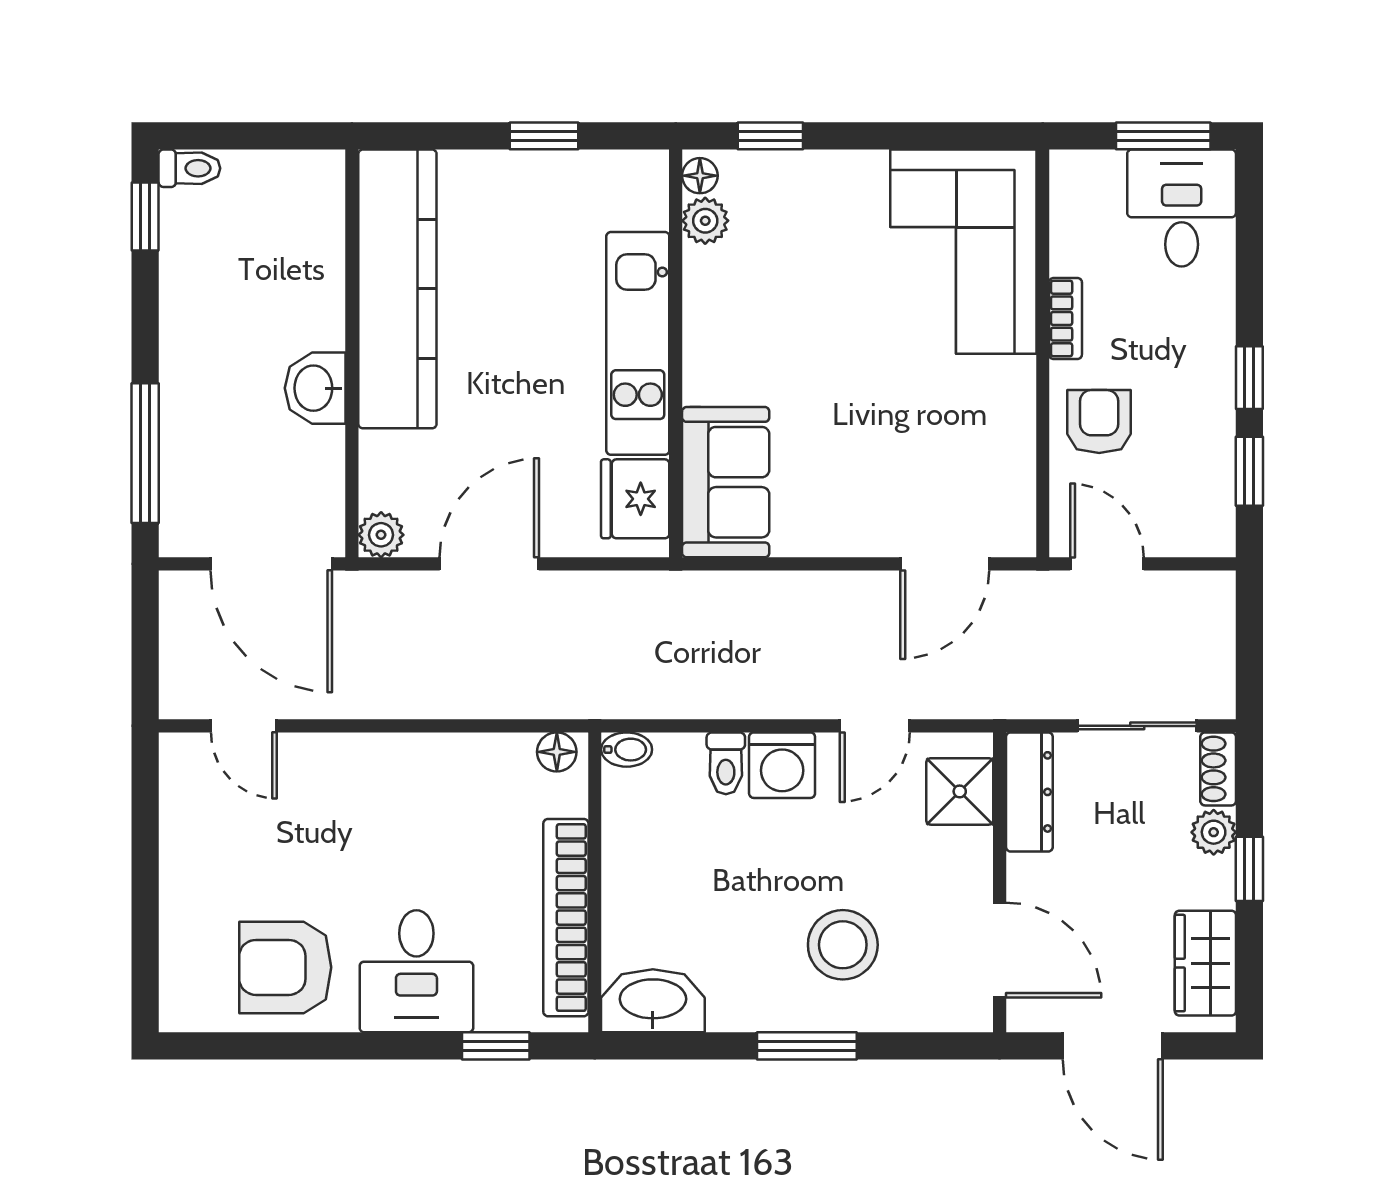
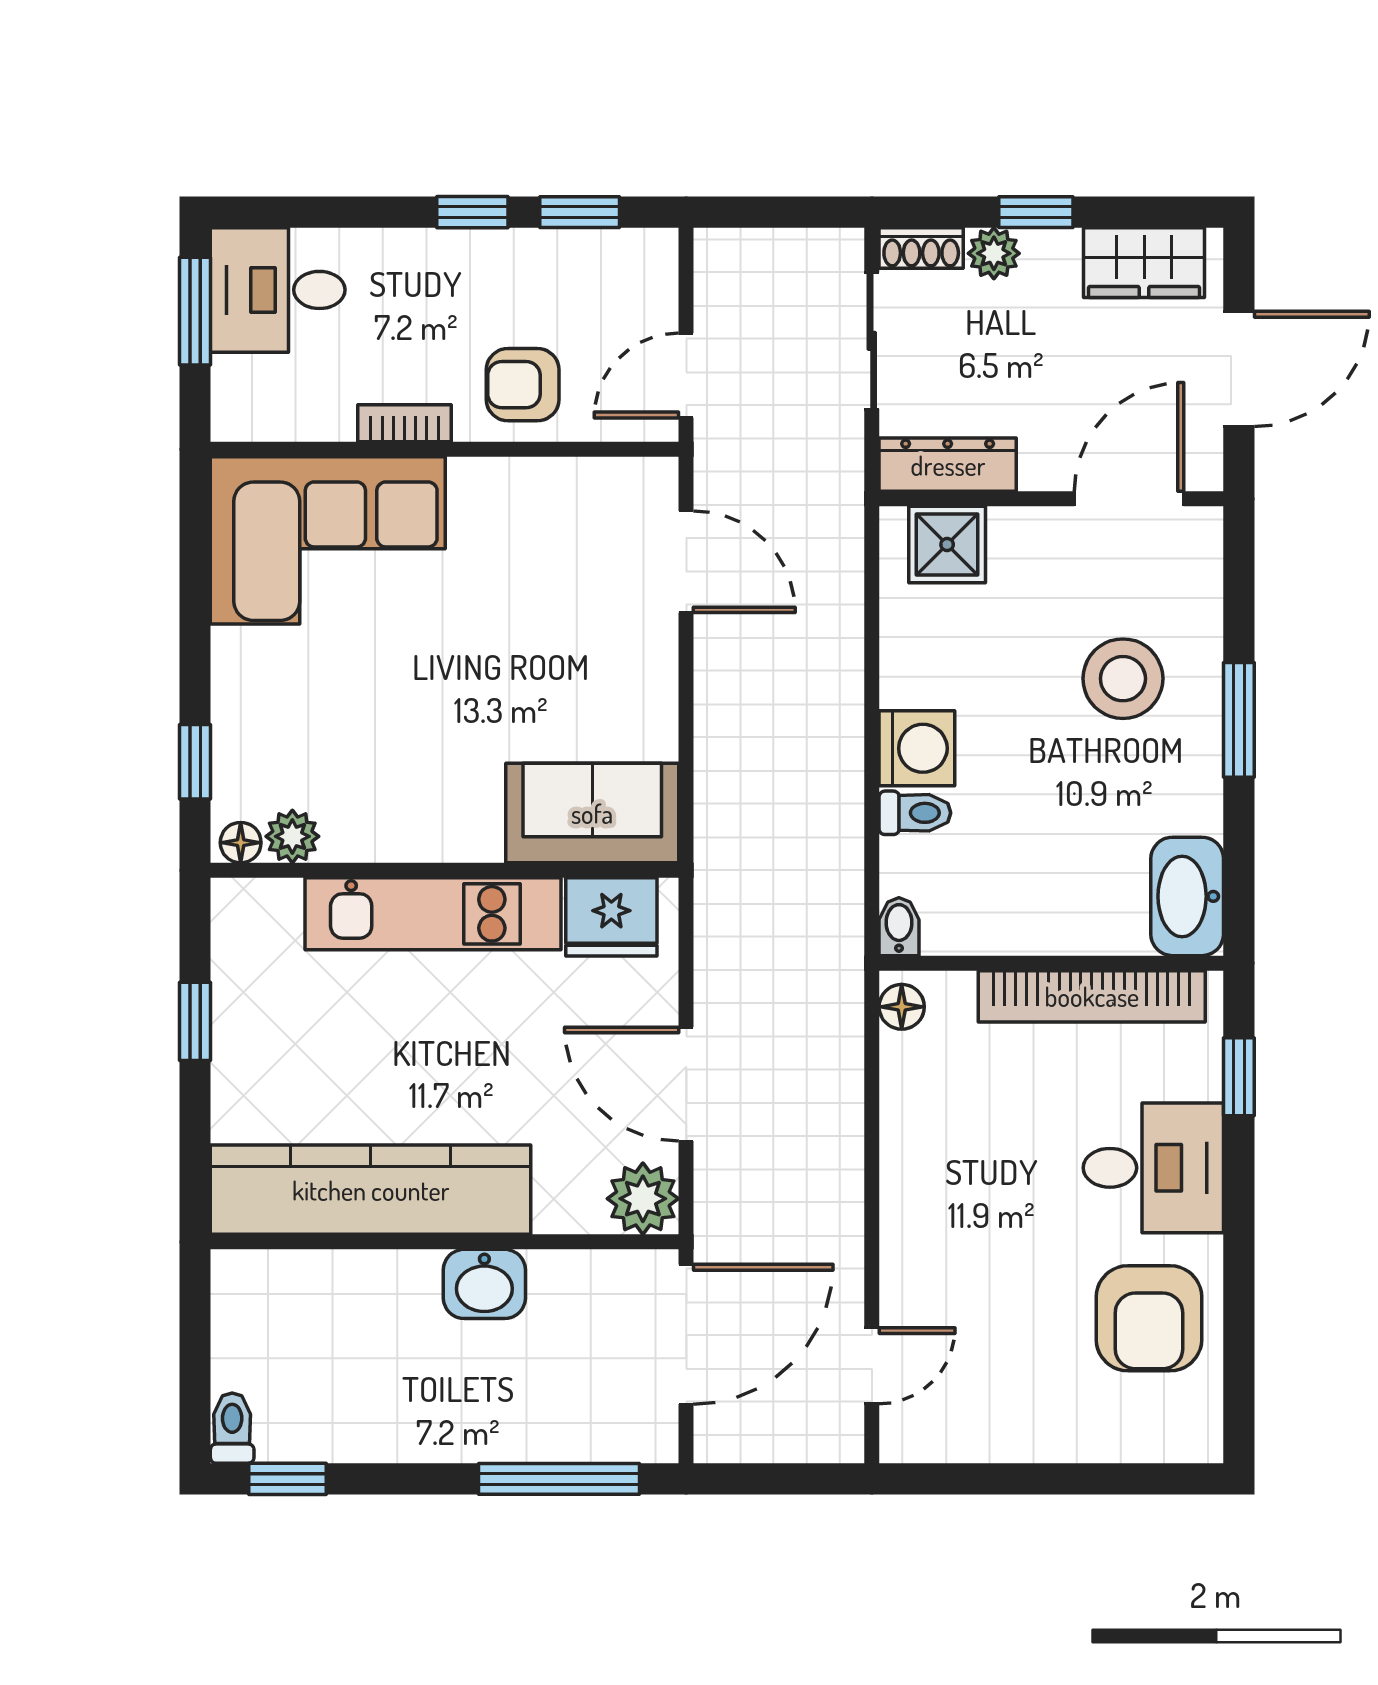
plant: (381, 535) -> (643, 1199), width x1.38, depth x1.38
door: (875, 726) -> (872, 642), removed

